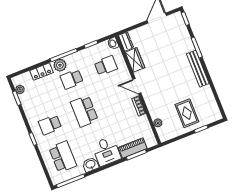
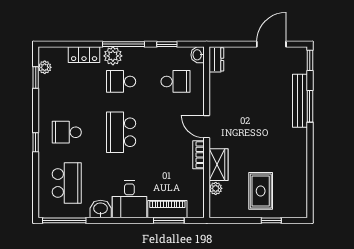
wardrobe: (135, 60) -> (218, 165), moved
bench: (198, 69) -> (300, 101), moved

